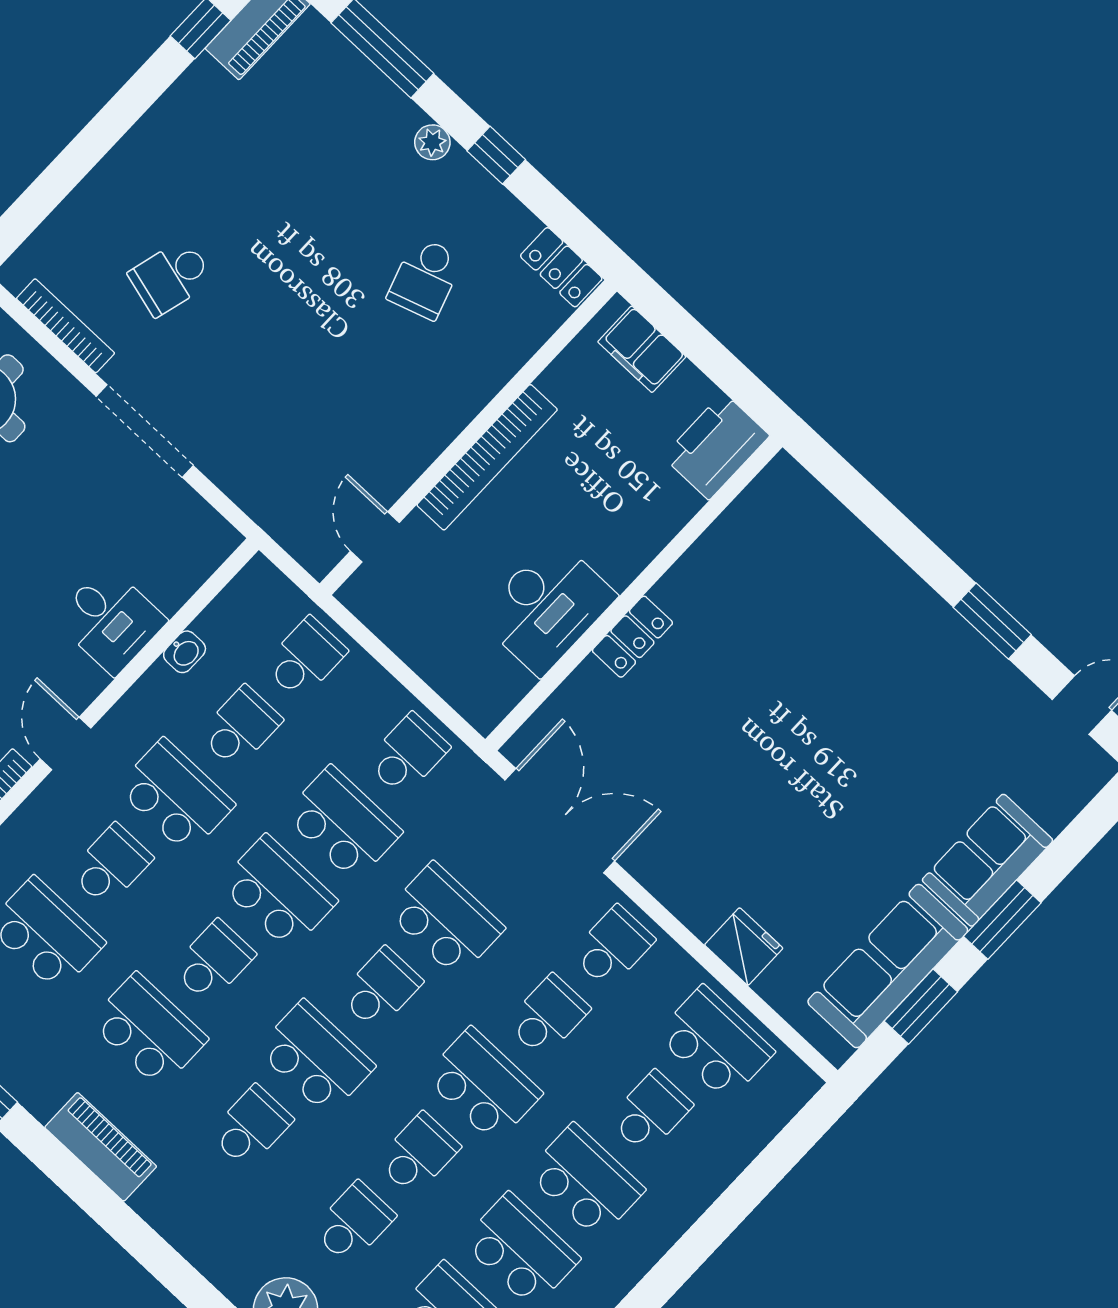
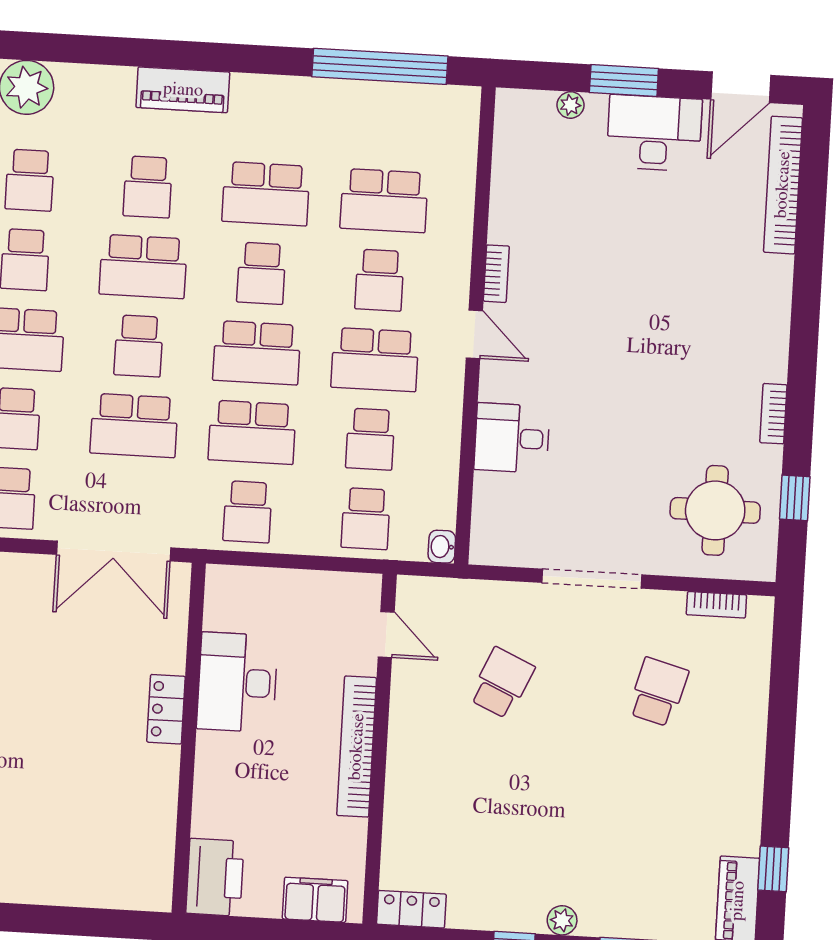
school desk: (425, 278) -> (502, 683), moved, turned 42
bookcase: (65, 326) -> (716, 605), width x0.64
washbasin: (185, 652) -> (442, 547), moved
piano: (101, 1147) -> (183, 90), moved

